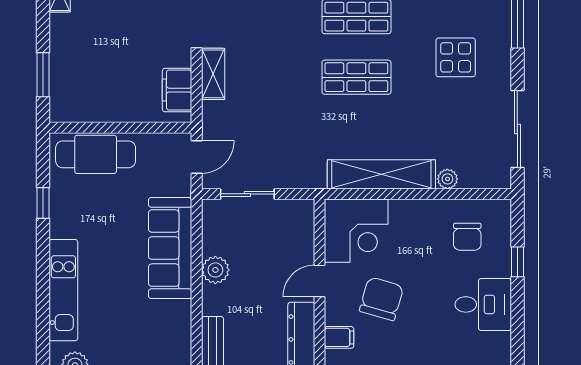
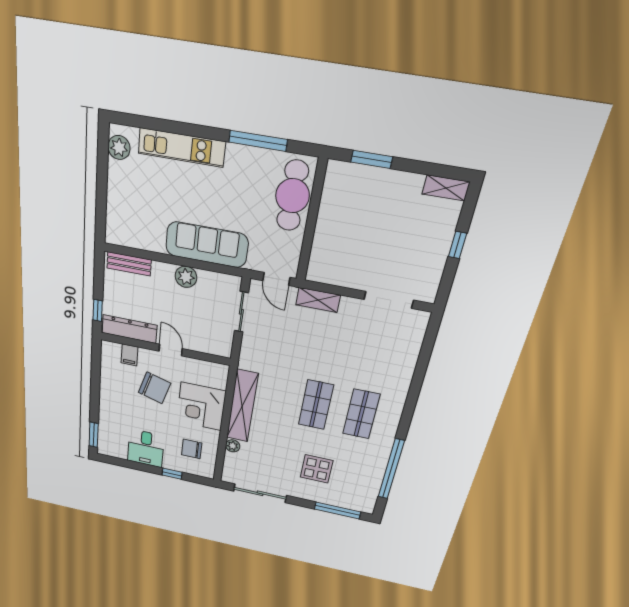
shelving: (213, 74) -> (318, 300), moved
filing cabinet: (177, 90) -> (333, 274), removed
window: (43, 203) -> (258, 141), width x2.17
corner desk: (356, 231) -> (201, 406), moved

